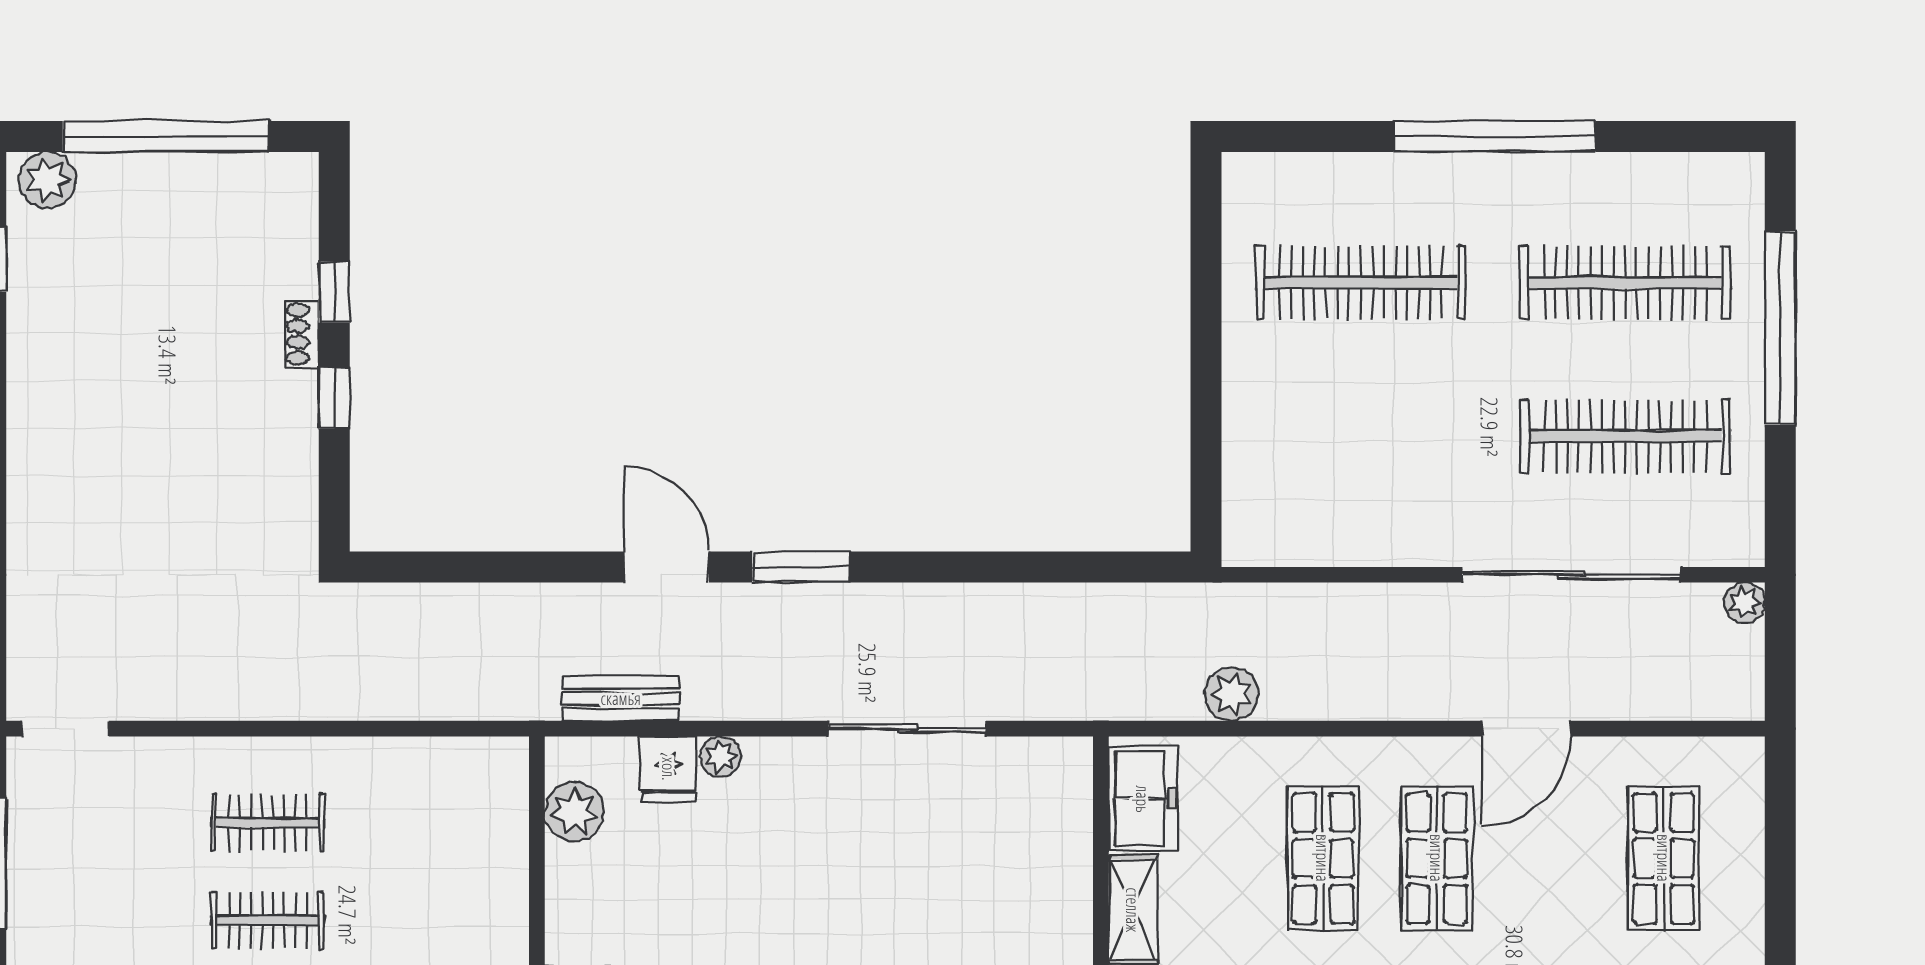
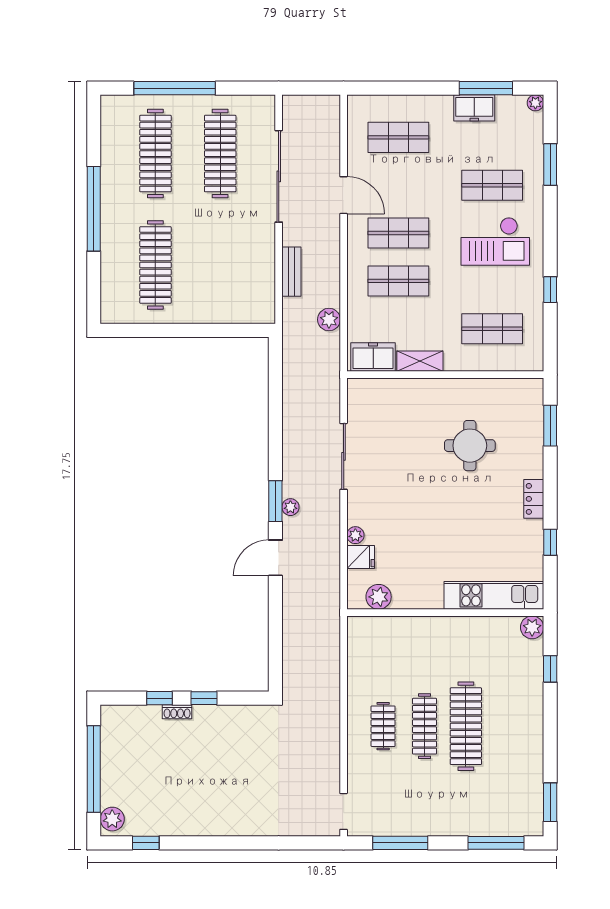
plant: (1745, 603) -> (290, 507), moved
bench: (621, 698) -> (291, 272), moved
clothes rail: (268, 921) -> (424, 726), width x1.36

